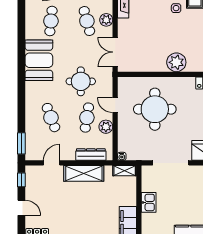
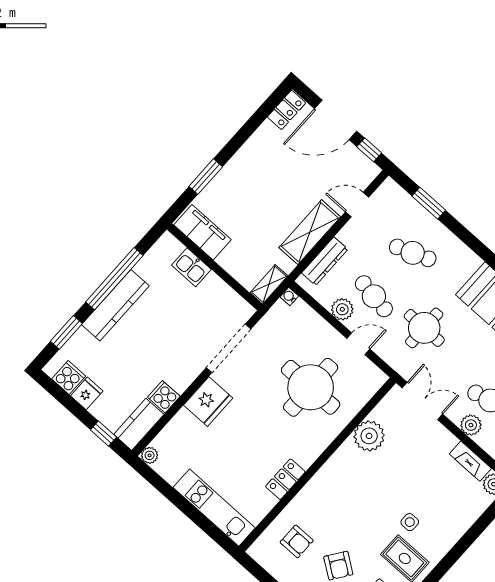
plant: (176, 62) -> (369, 436), moved
window: (21, 143) -> (429, 203), moved
door: (52, 163) -> (357, 205), swing flipped
kitchen sink: (149, 202) -> (191, 267), moved
door: (21, 208) -> (336, 120), width x1.88

